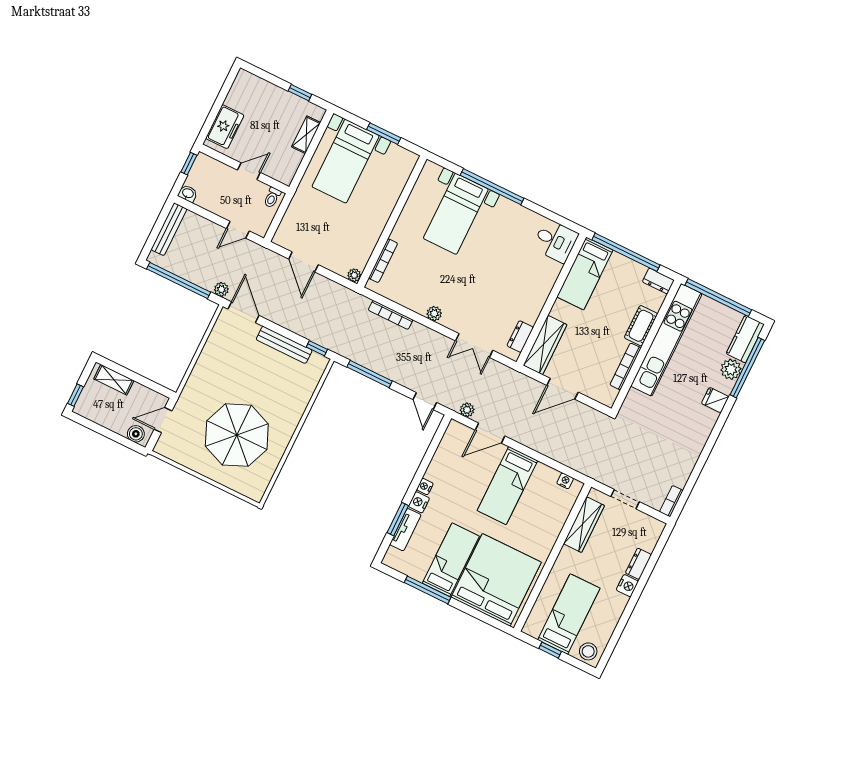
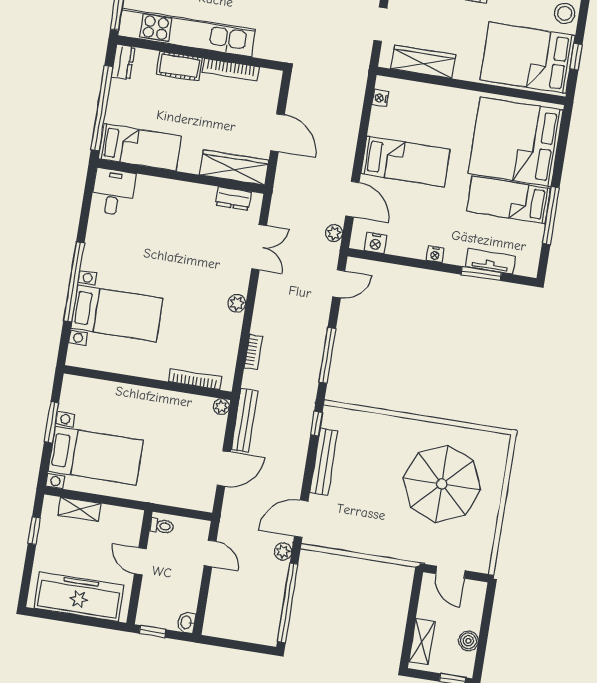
freezer: (225, 127) -> (79, 597), width x1.91, depth x1.26
bench: (169, 229) -> (244, 420), moved, turned 90
bookcase: (391, 315) -> (253, 352), width x0.64
boiler: (136, 434) -> (468, 641), moved
nightstand: (419, 502) -> (376, 243), moved
bed: (569, 614) -> (528, 58), width x1.50

